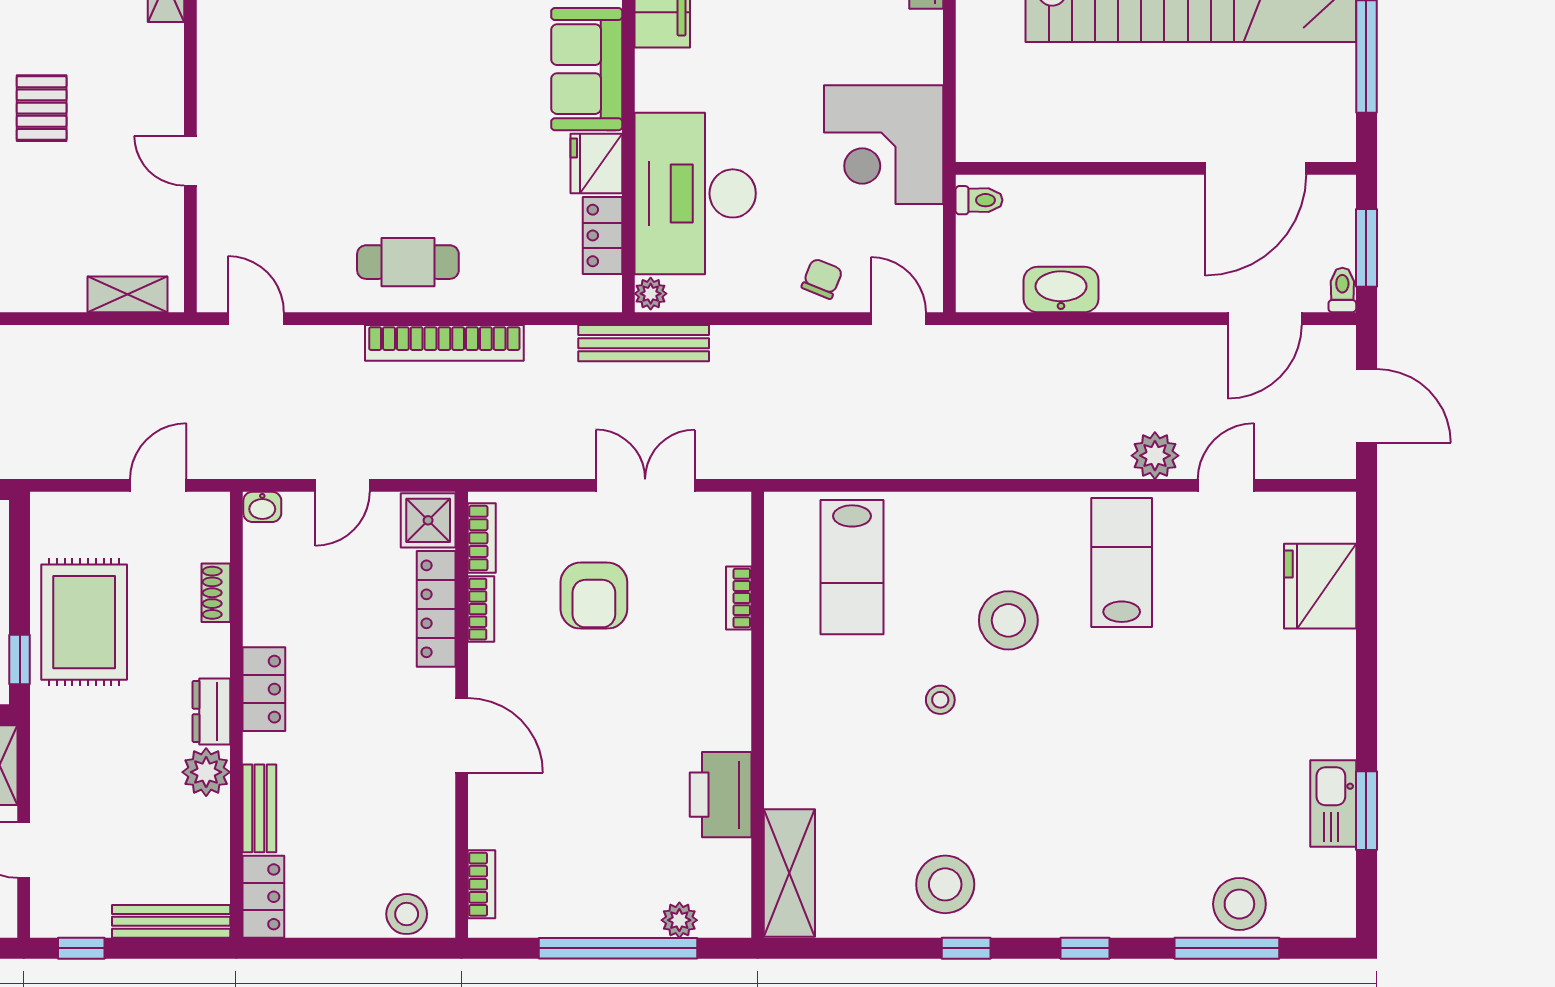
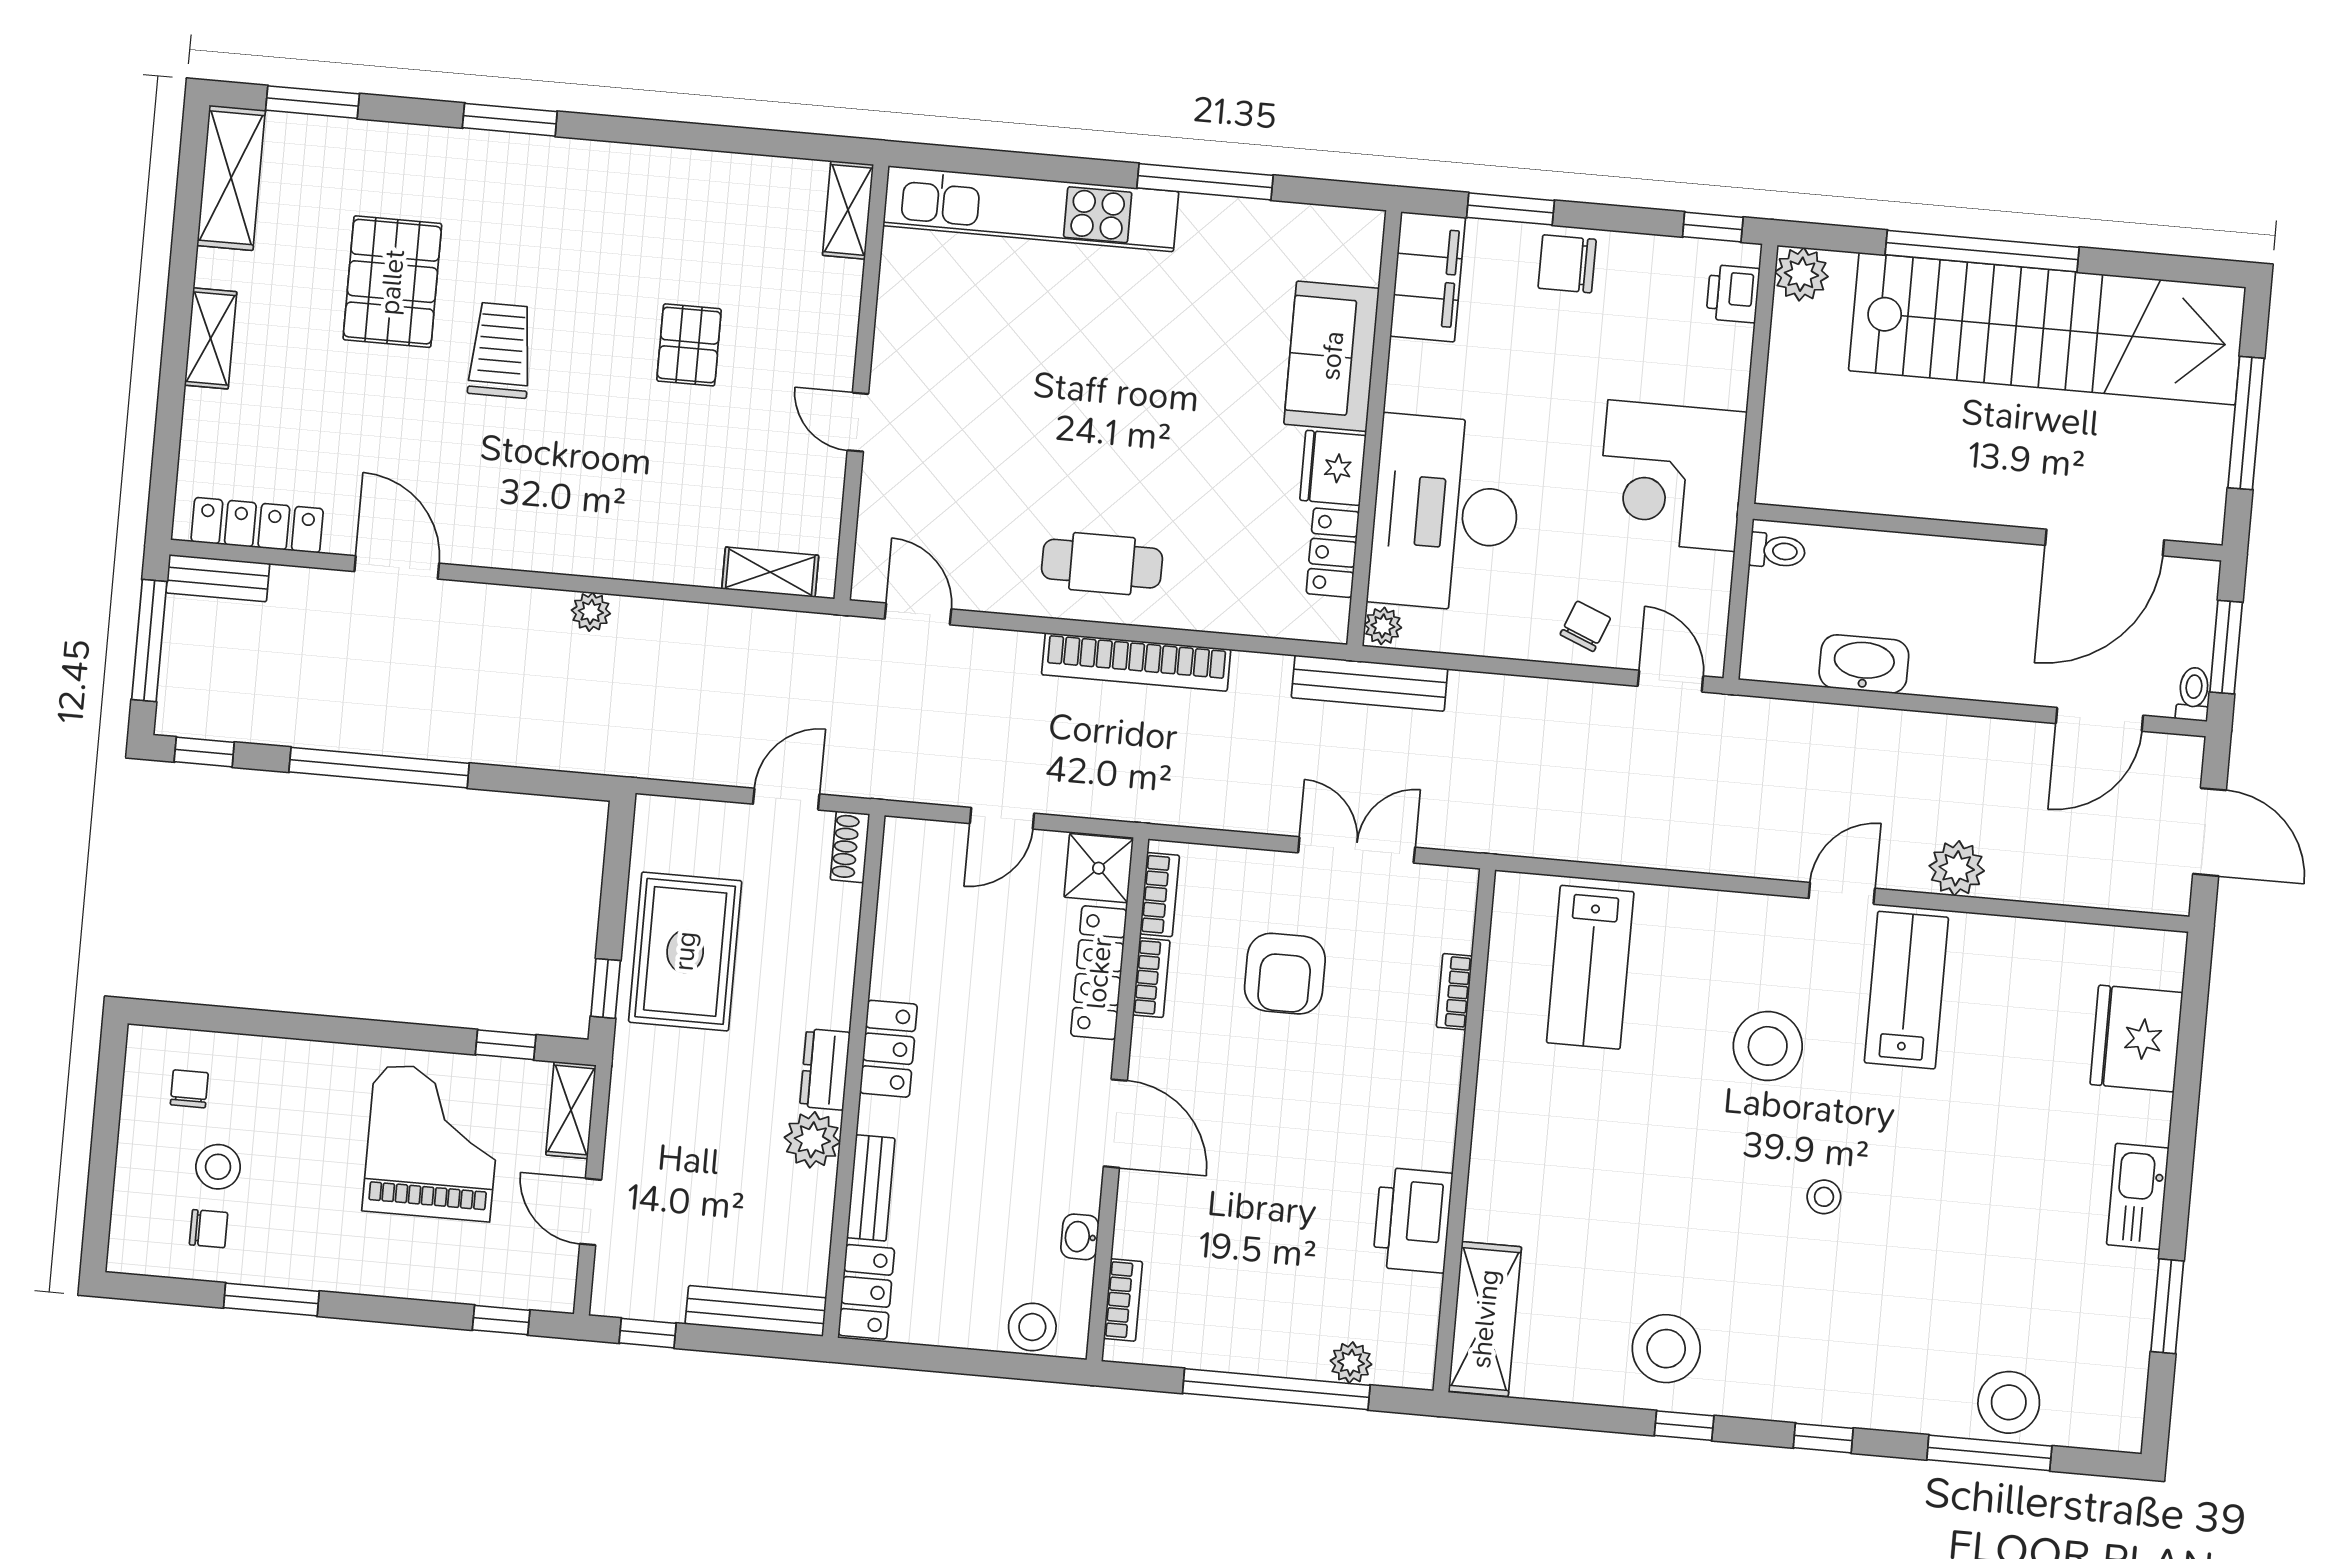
door: (1226, 485) -> (1842, 893), moved
washbasin: (262, 507) -> (1080, 1237), moved, turned 90
shoe rack: (216, 593) -> (850, 847), moved
stool: (940, 700) -> (1824, 1197), moved
kitchen sink: (1333, 804) -> (2138, 1196), moved

